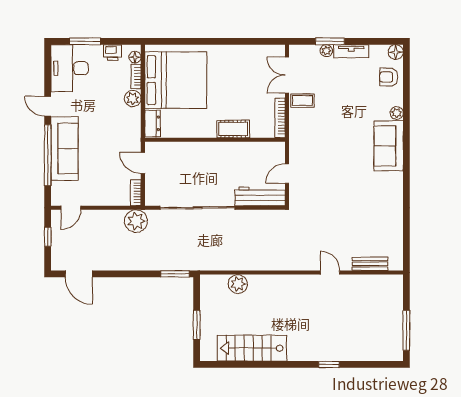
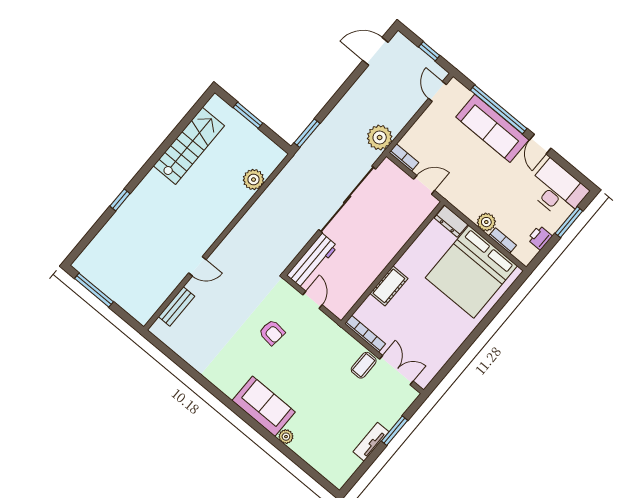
plant: (326, 51) -> (389, 421), removed
floor lamp: (396, 52) -> (339, 479), removed
floor lamp: (135, 57) -> (520, 254), removed
armchair: (389, 77) -> (272, 332), moved, turned 95
door: (48, 106) -> (540, 144), swing flipped

